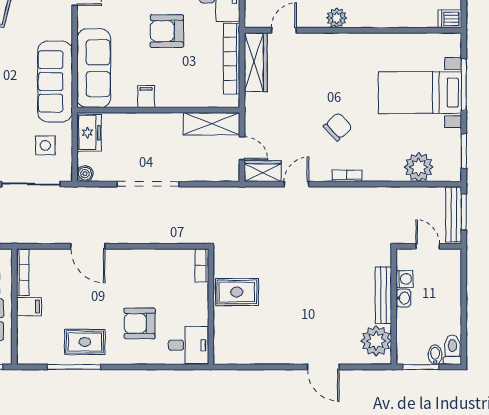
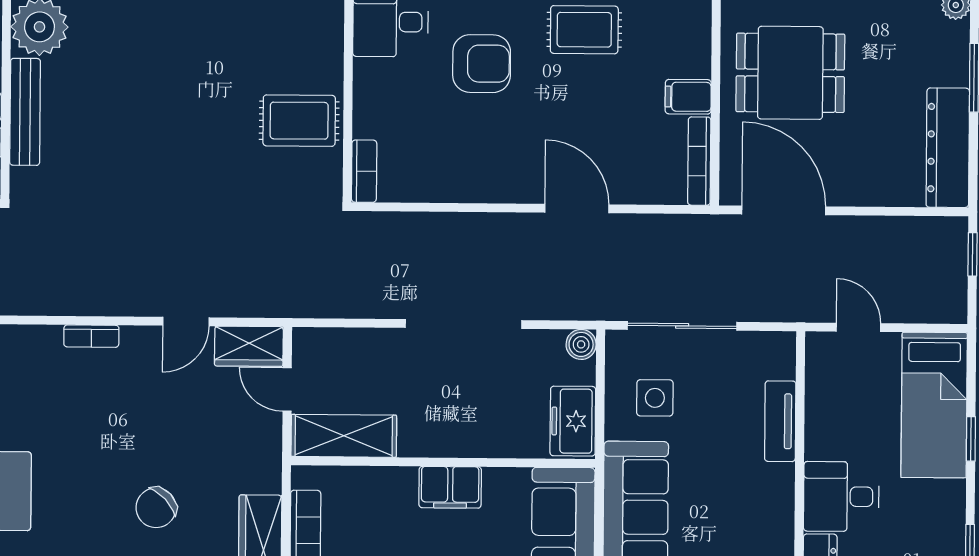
filing cabinet: (146, 97) -> (450, 487), width x2.00
chair: (338, 127) -> (156, 508), moved

